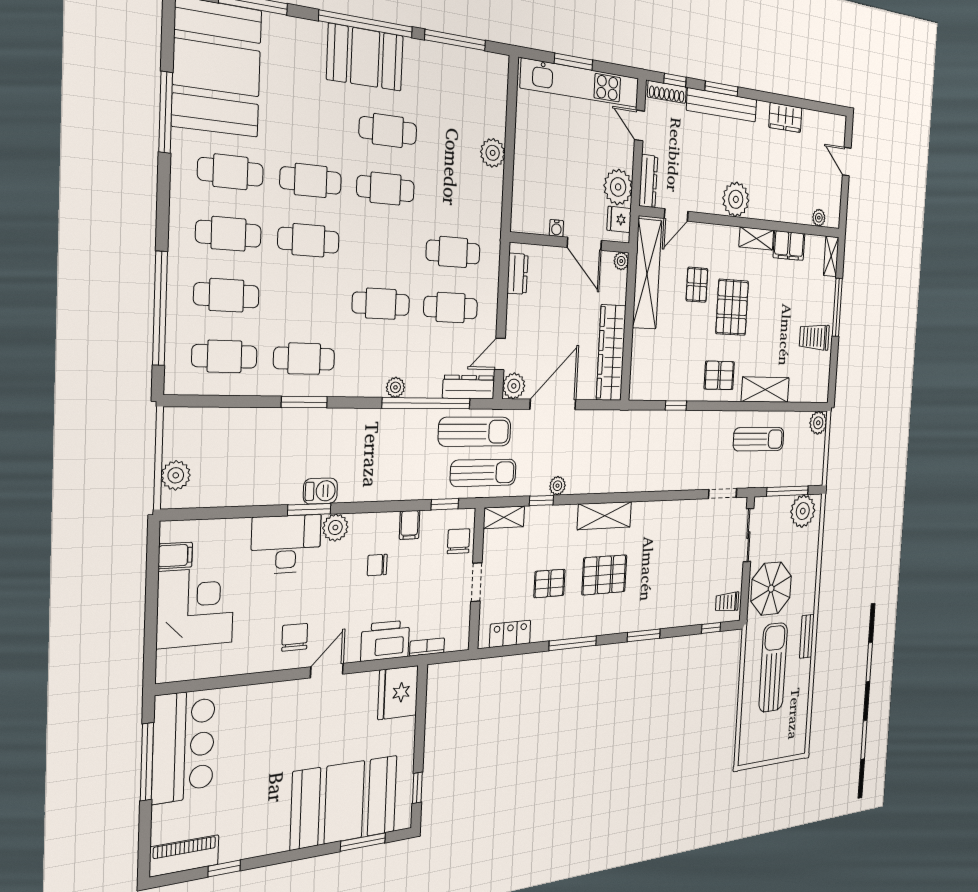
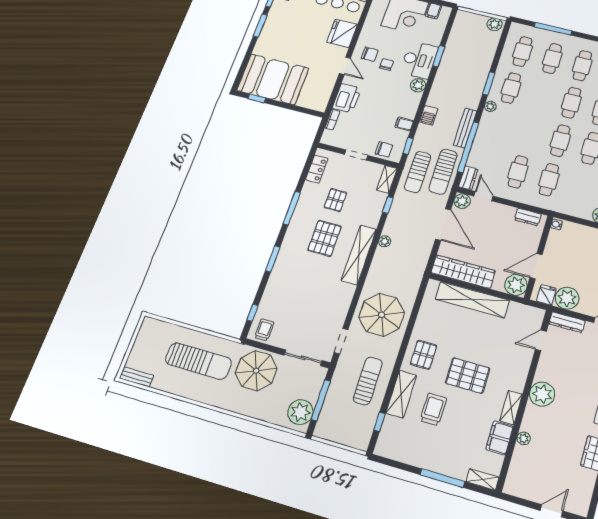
door: (676, 215) -> (541, 340), hinge flipped
plant: (819, 218) -> (524, 438), moved
water cooler: (556, 228) -> (556, 224), moved
plant: (621, 261) -> (516, 285), width x1.88, depth x1.88
shelving: (647, 274) -> (472, 300), moved
pallet: (697, 285) -> (490, 348), removed
cafe table: (381, 304) -> (560, 141), moved
window: (160, 308) -> (553, 29), width x0.68
trolley: (814, 337) -> (433, 409), moved
plant: (395, 387) -> (490, 106), moved
dresser: (469, 387) -> (468, 178), width x0.70
window: (676, 406) -> (380, 422), moved
bench: (395, 419) -> (465, 128), added
plant: (818, 423) -> (361, 441), removed
sun lounger: (759, 439) -> (368, 381), turned 180
parasol: (684, 451) -> (382, 315), added
plant: (176, 475) -> (495, 24), moved
plant: (557, 486) -> (385, 241), moved
barbecue: (320, 491) -> (429, 115), moved
window: (309, 509) -> (439, 56), moved
shelving: (605, 516) -> (359, 255), width x1.47
chair: (377, 565) -> (386, 64), moved
bench: (807, 636) -> (136, 377), moved
fridge: (398, 693) -> (342, 33), moved, turned -90
booth: (344, 802) -> (273, 79), moved, turned 90
window: (363, 842) -> (260, 26), moved

